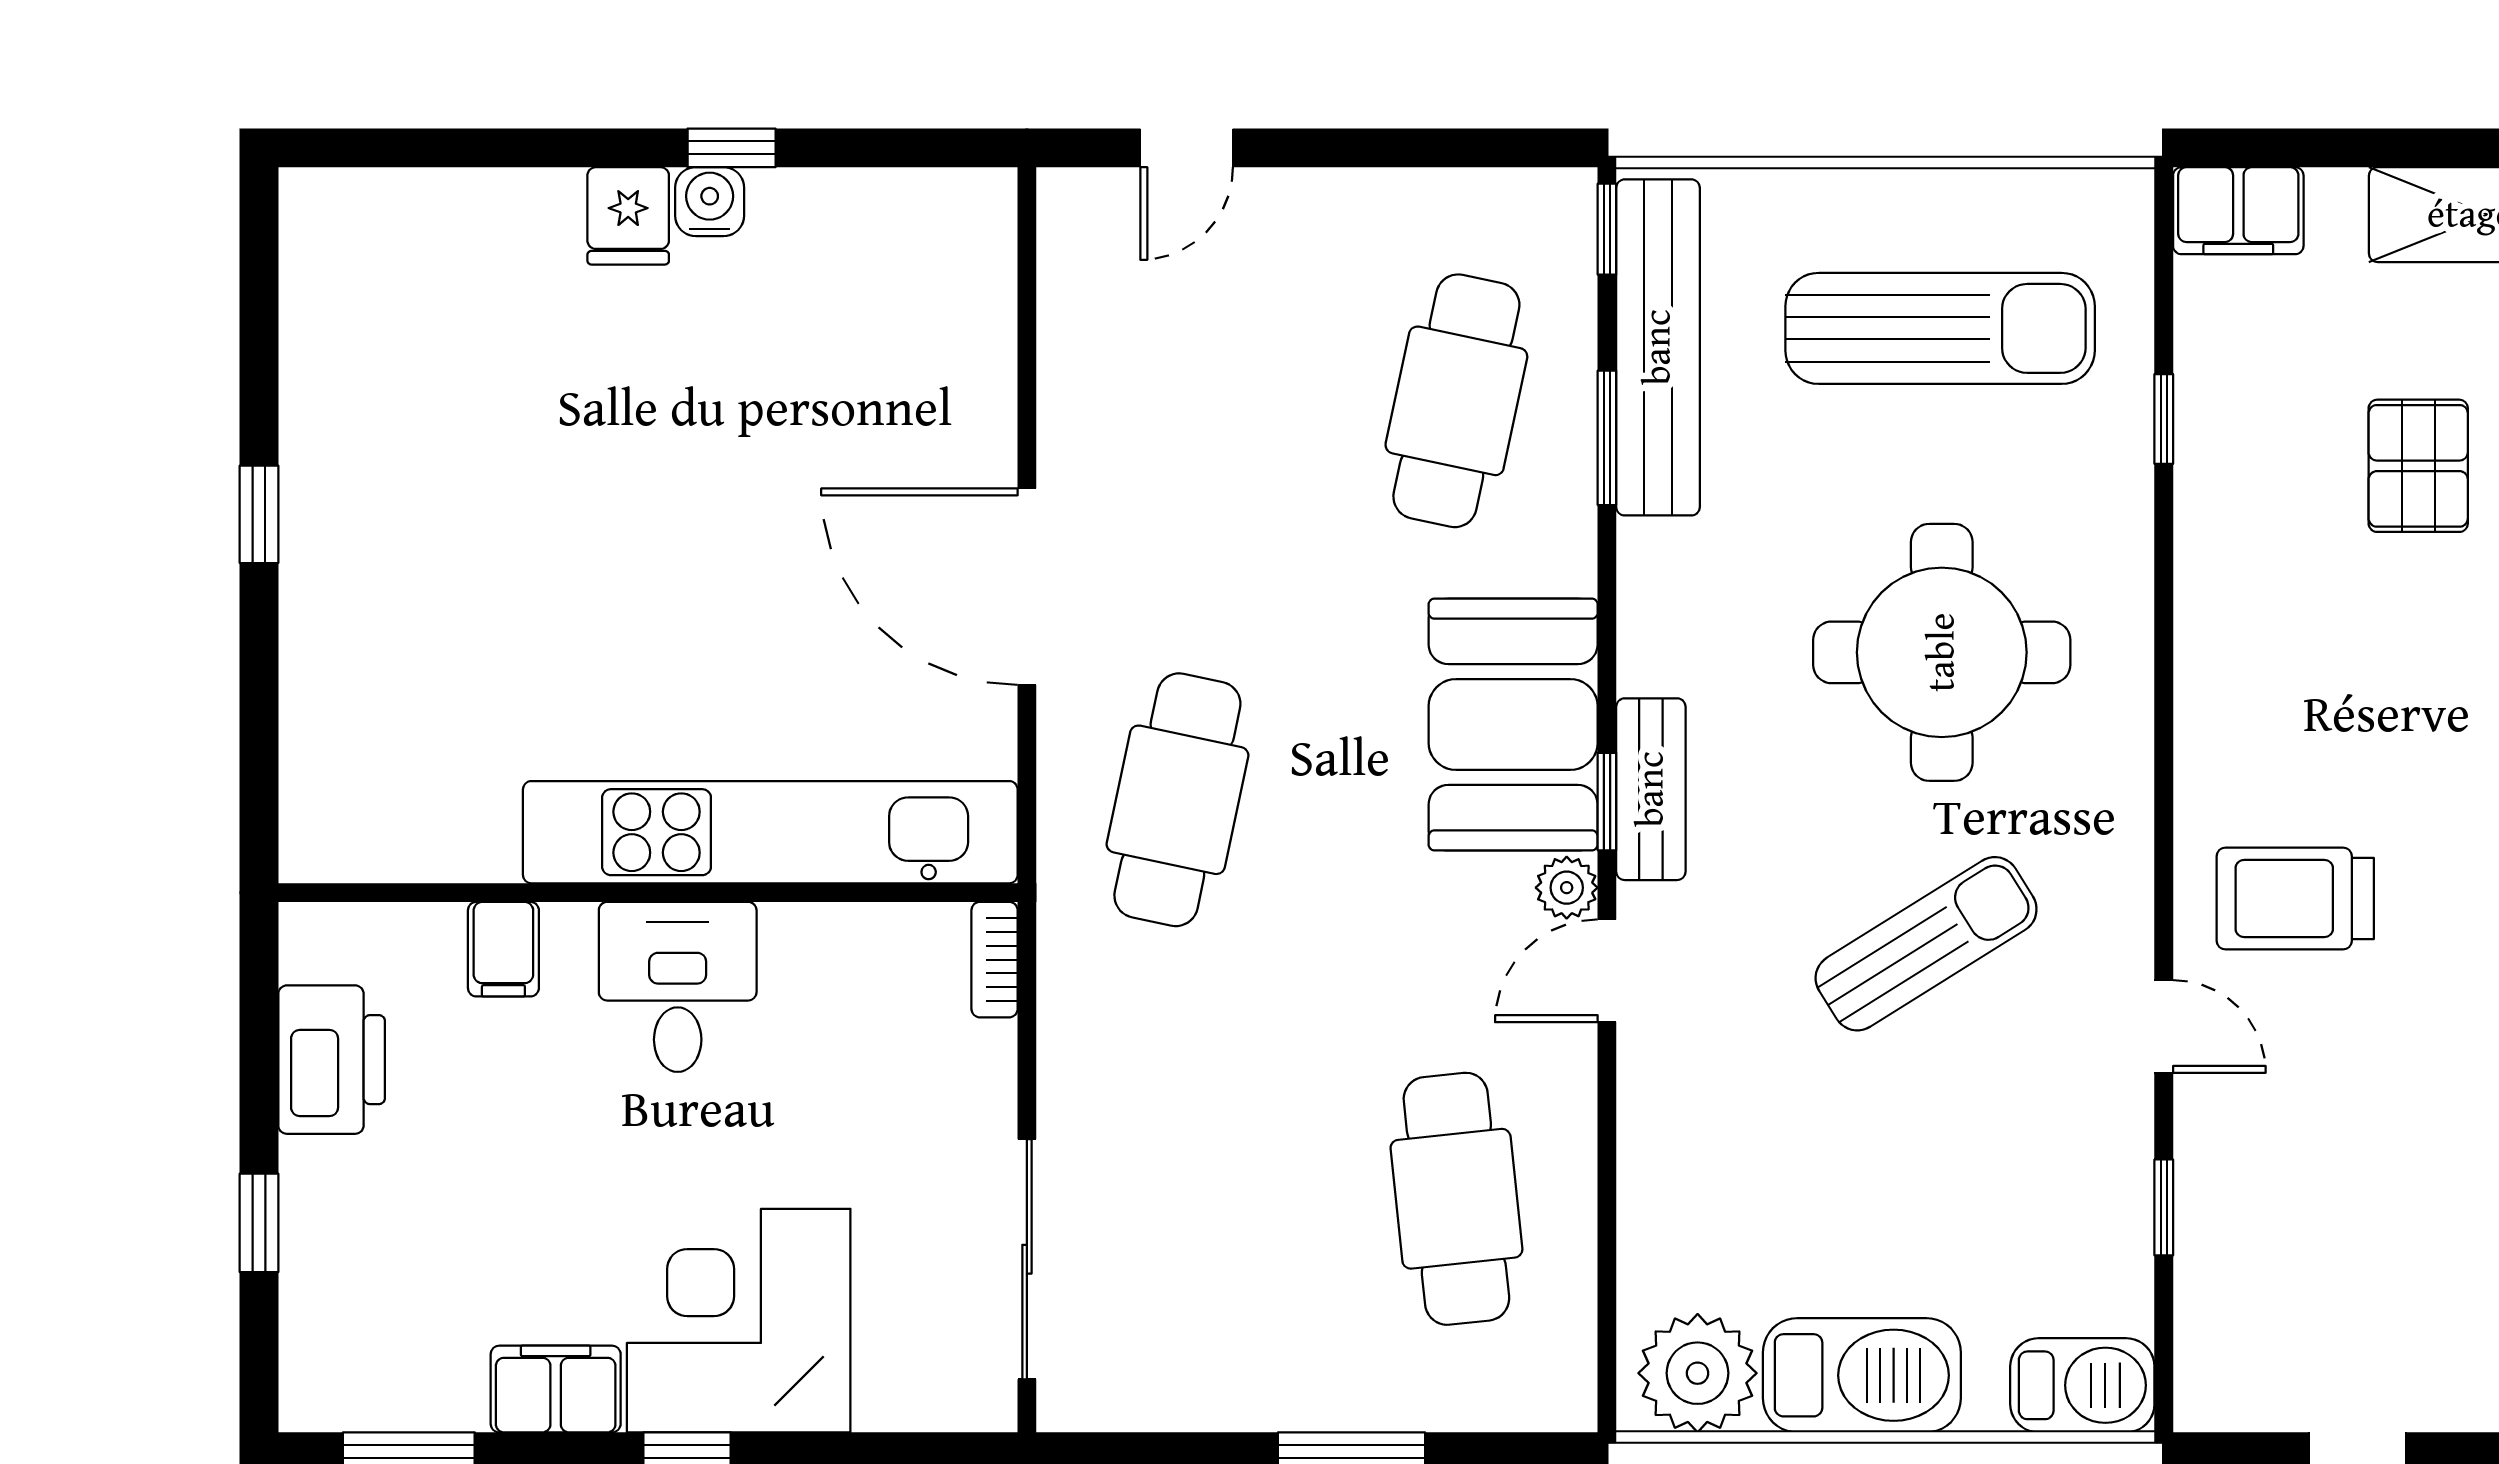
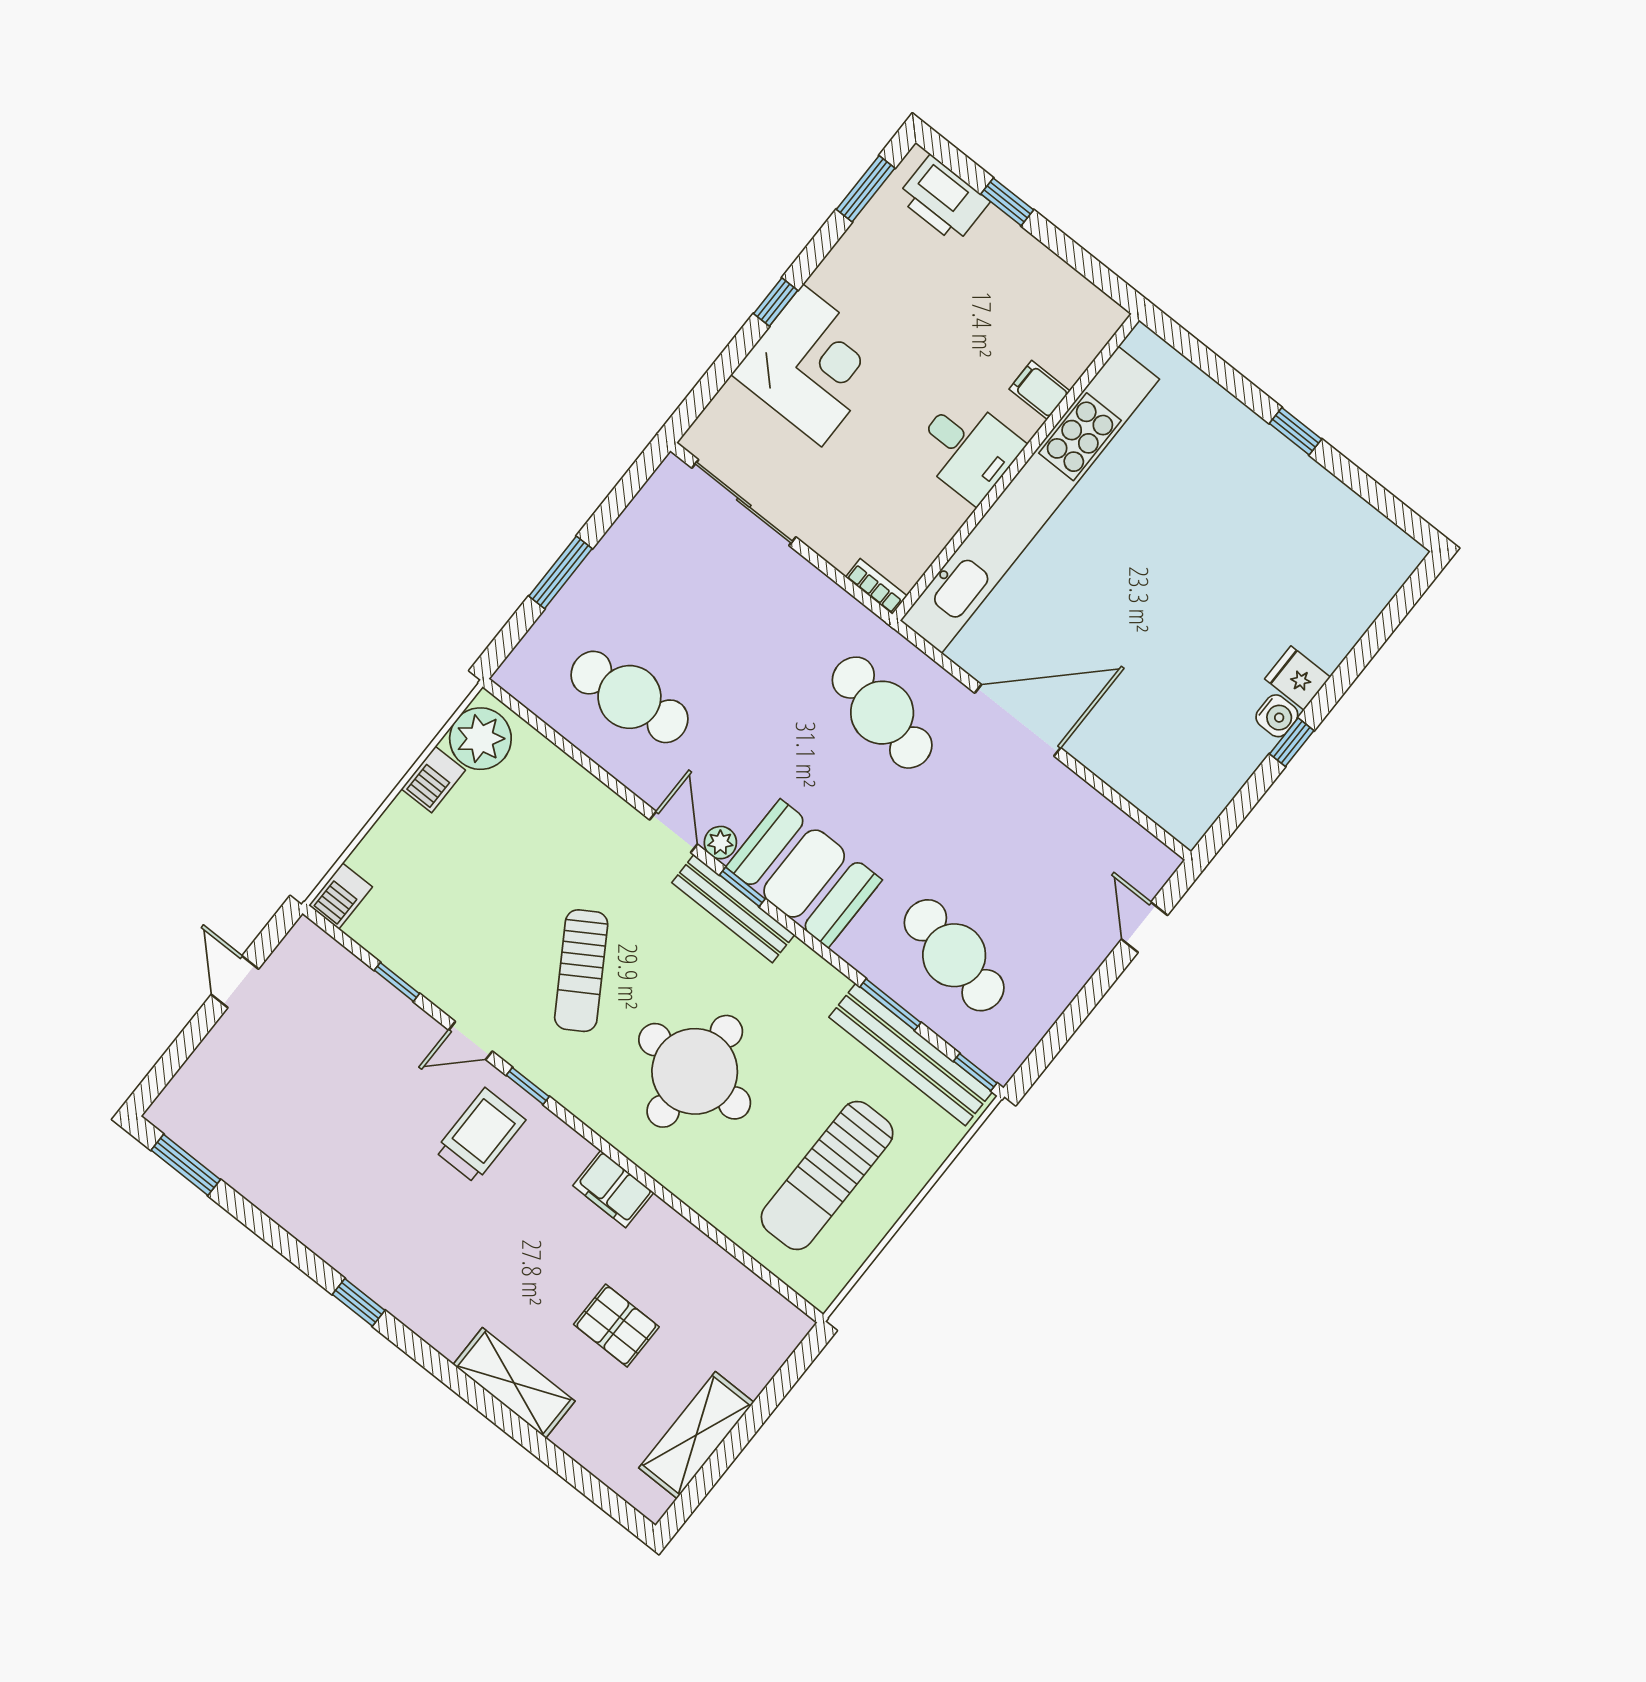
filing cabinet: (2238, 211) -> (613, 1189), moved, turned -90
window: (2164, 419) -> (528, 1086), moved
bench: (1651, 789) -> (733, 909), width x1.36
kitchen unit: (770, 832) -> (1030, 500), width x1.36
printer: (332, 1060) -> (943, 199), moved
barbecue: (1862, 1375) -> (433, 779), width x0.53, depth x0.65
barbecue: (2082, 1385) -> (341, 896), width x0.73, depth x0.79
filing cabinet: (556, 1389) -> (844, 269), removed

